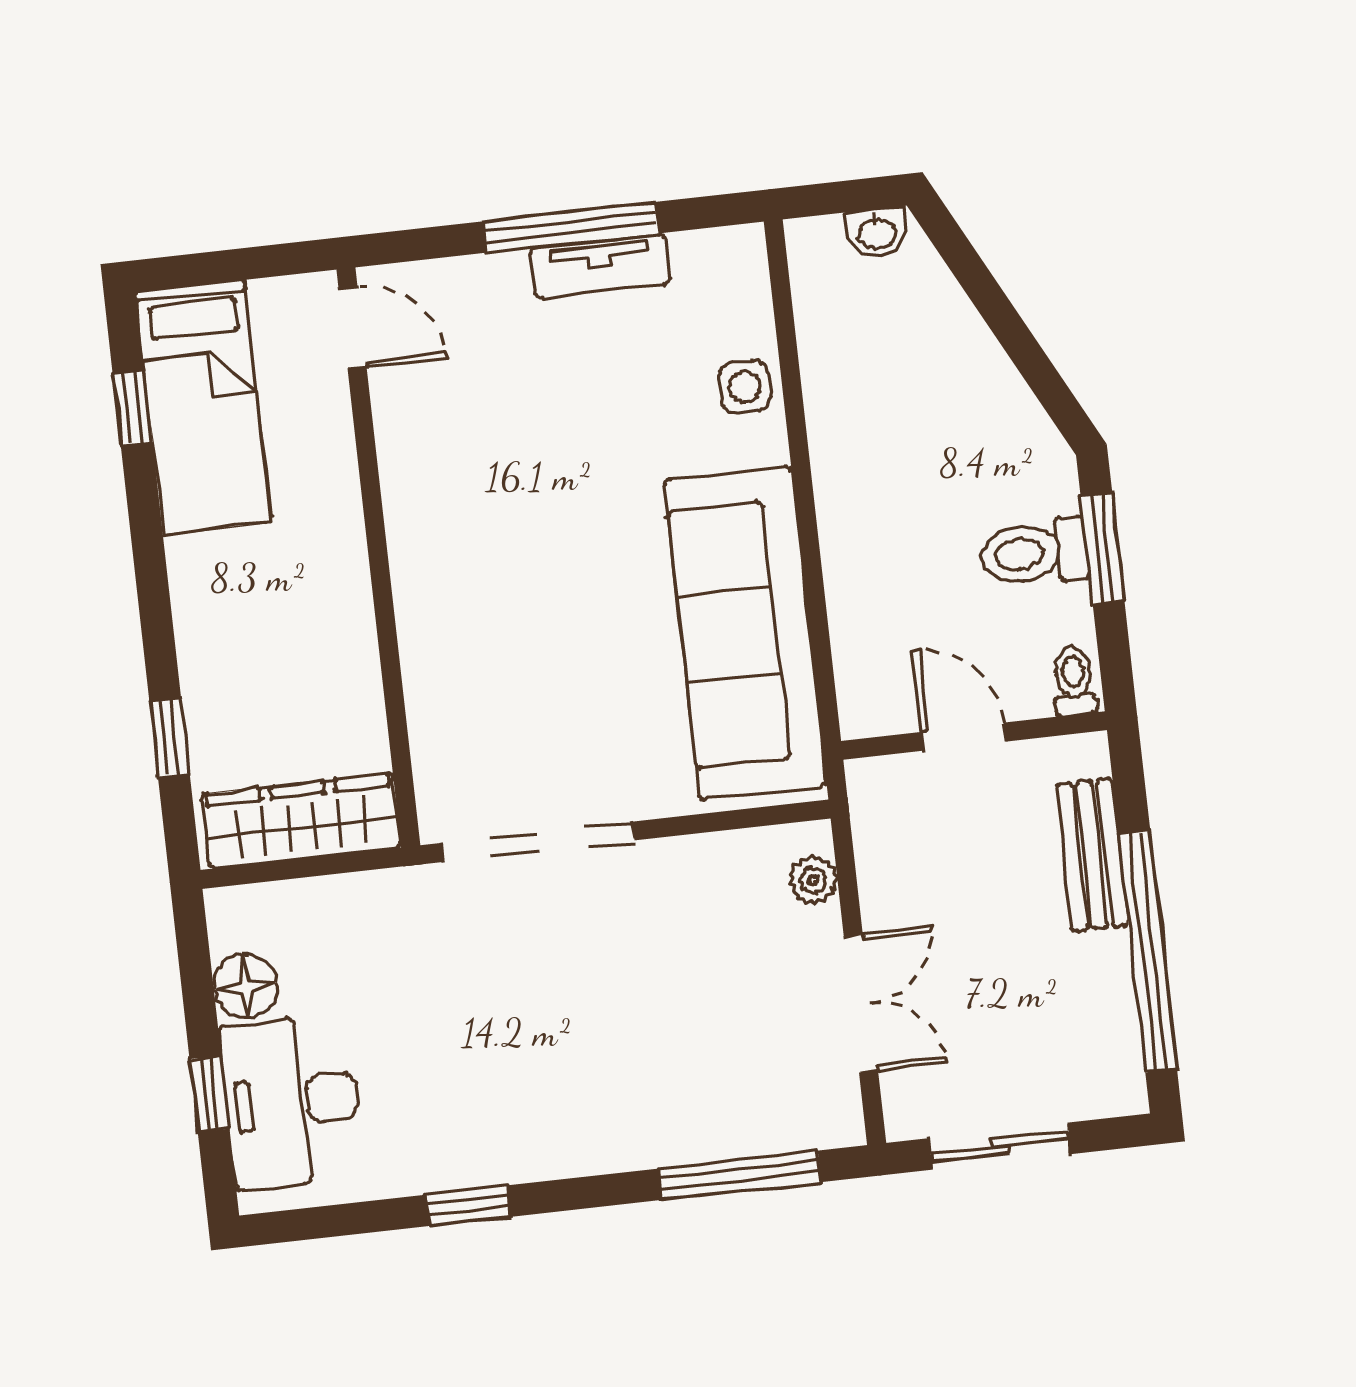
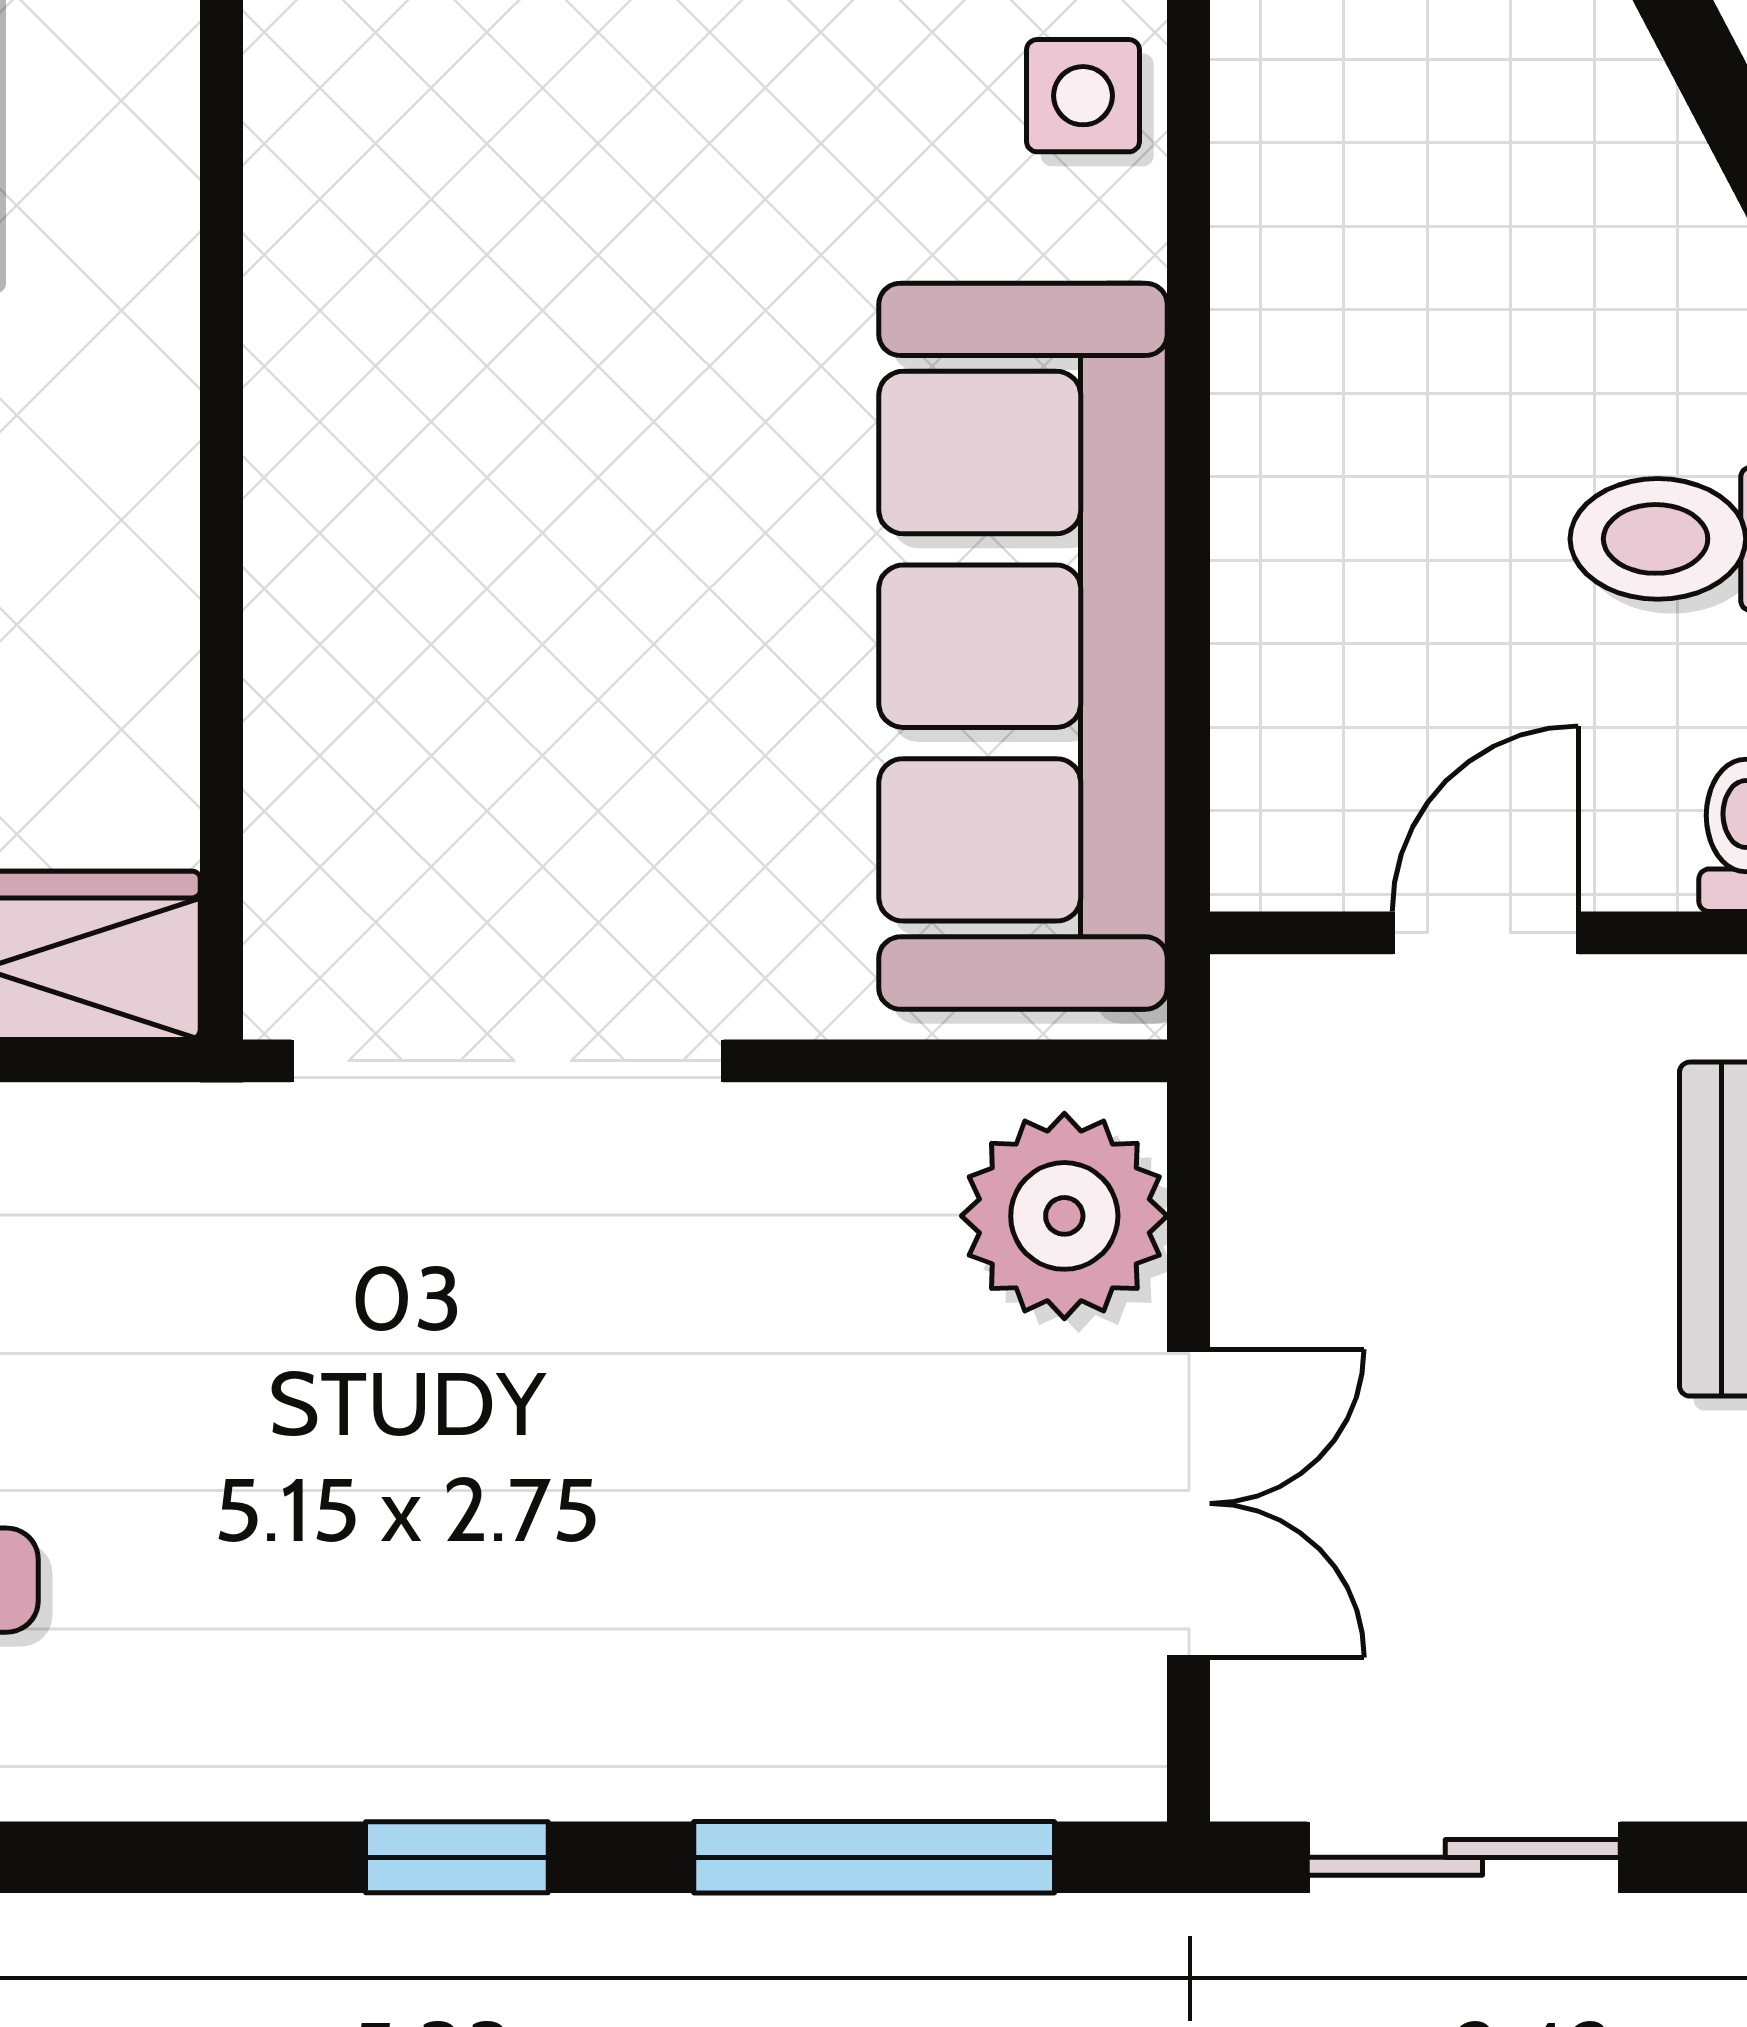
door: (964, 737) -> (1485, 933), hinge flipped
plant: (813, 880) -> (1064, 1216), width x1.88, depth x1.88
window: (469, 1206) -> (457, 1857), moved

